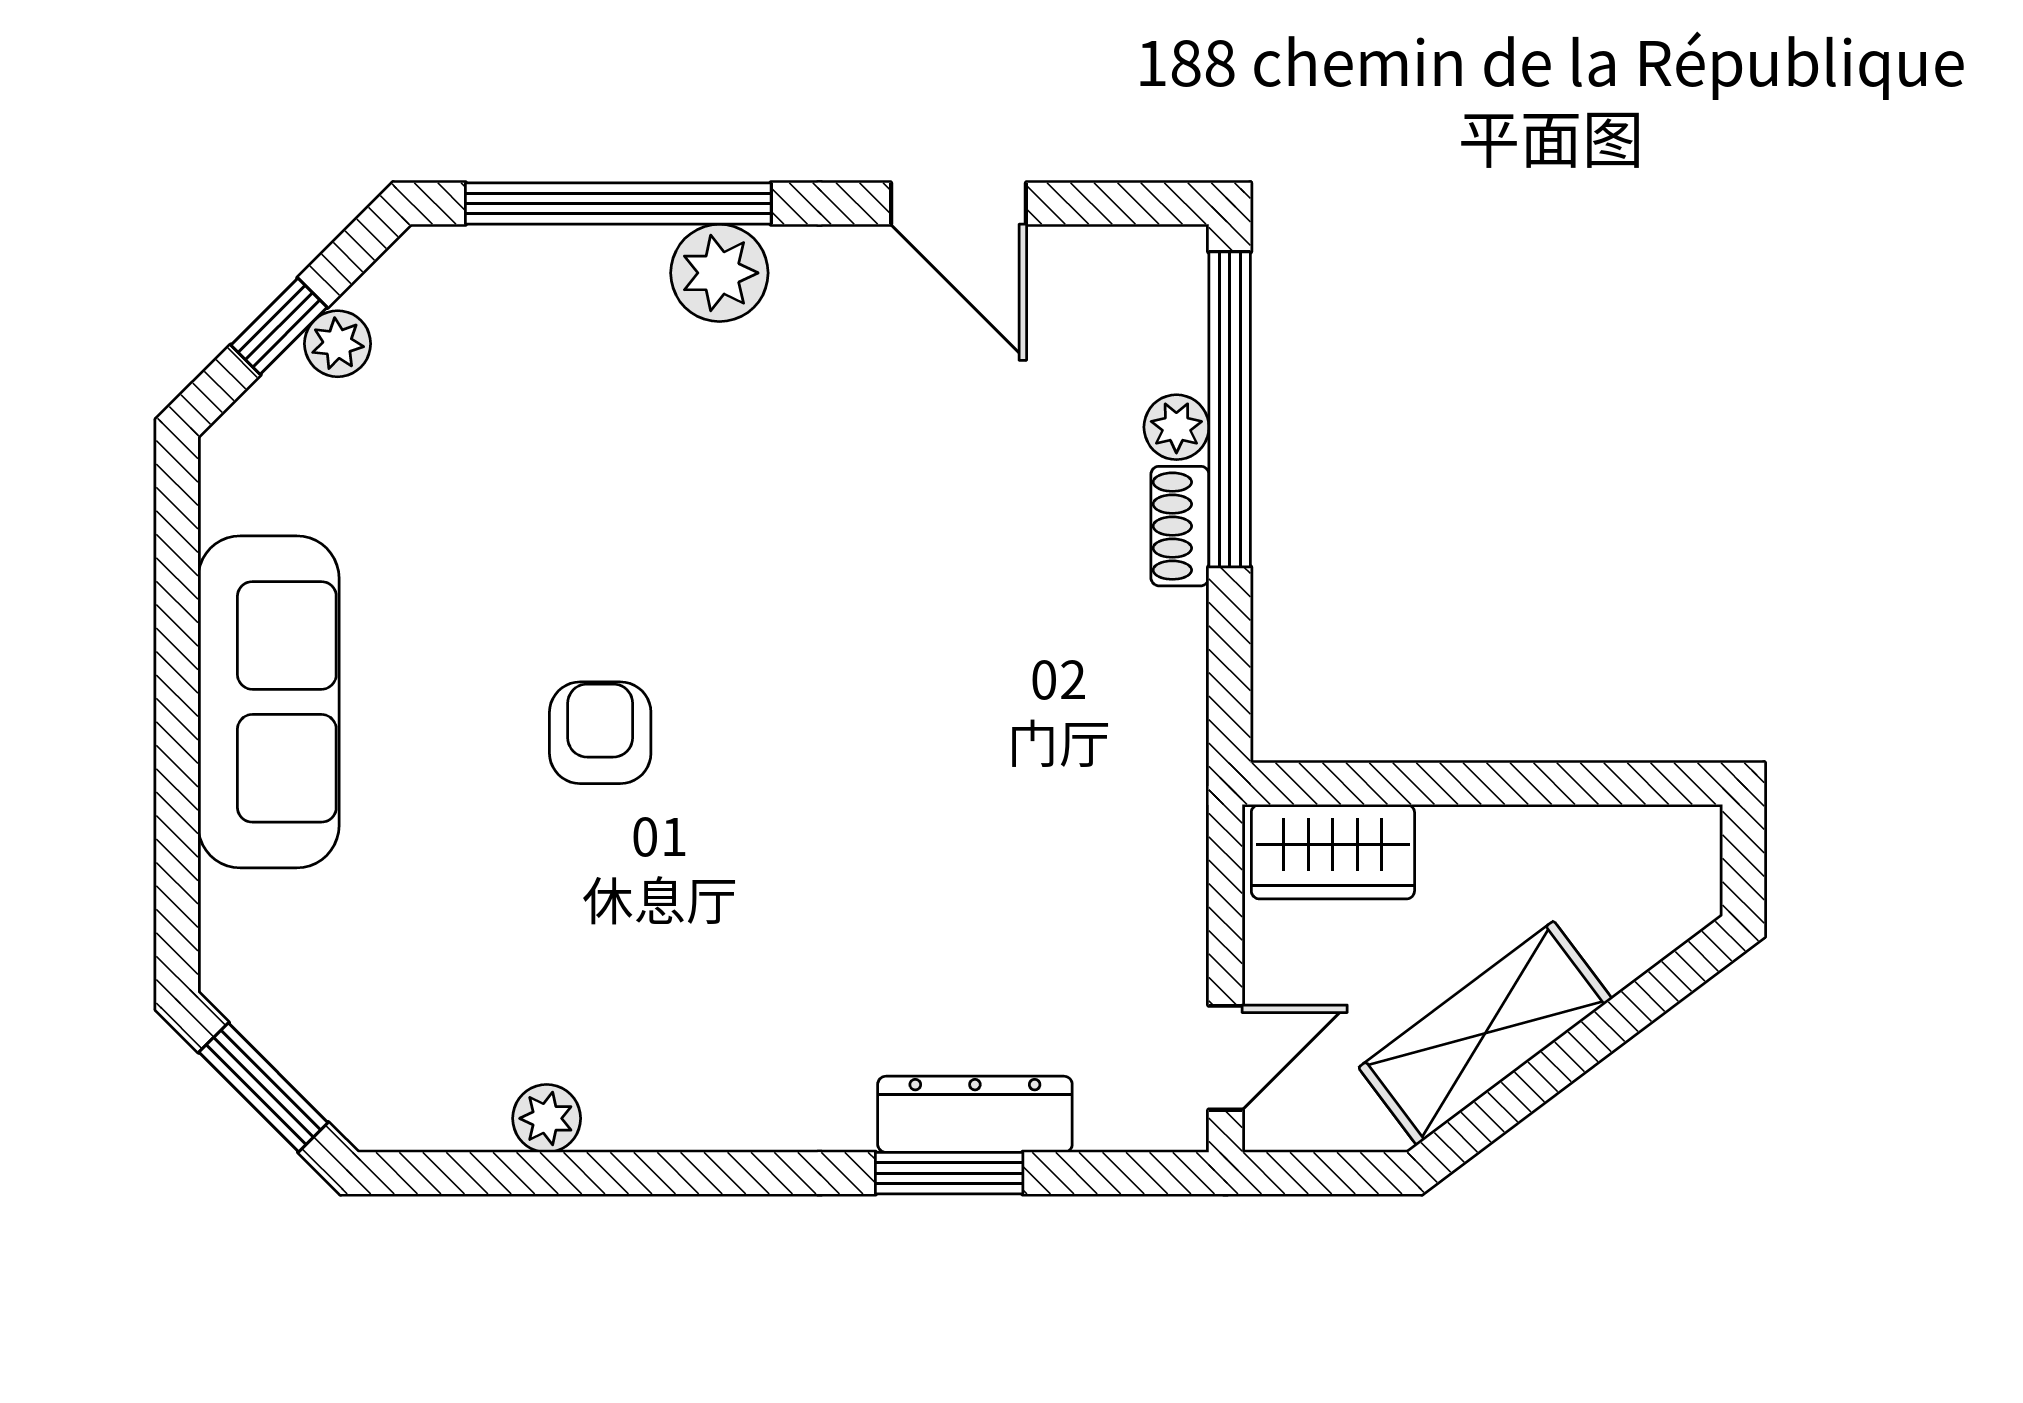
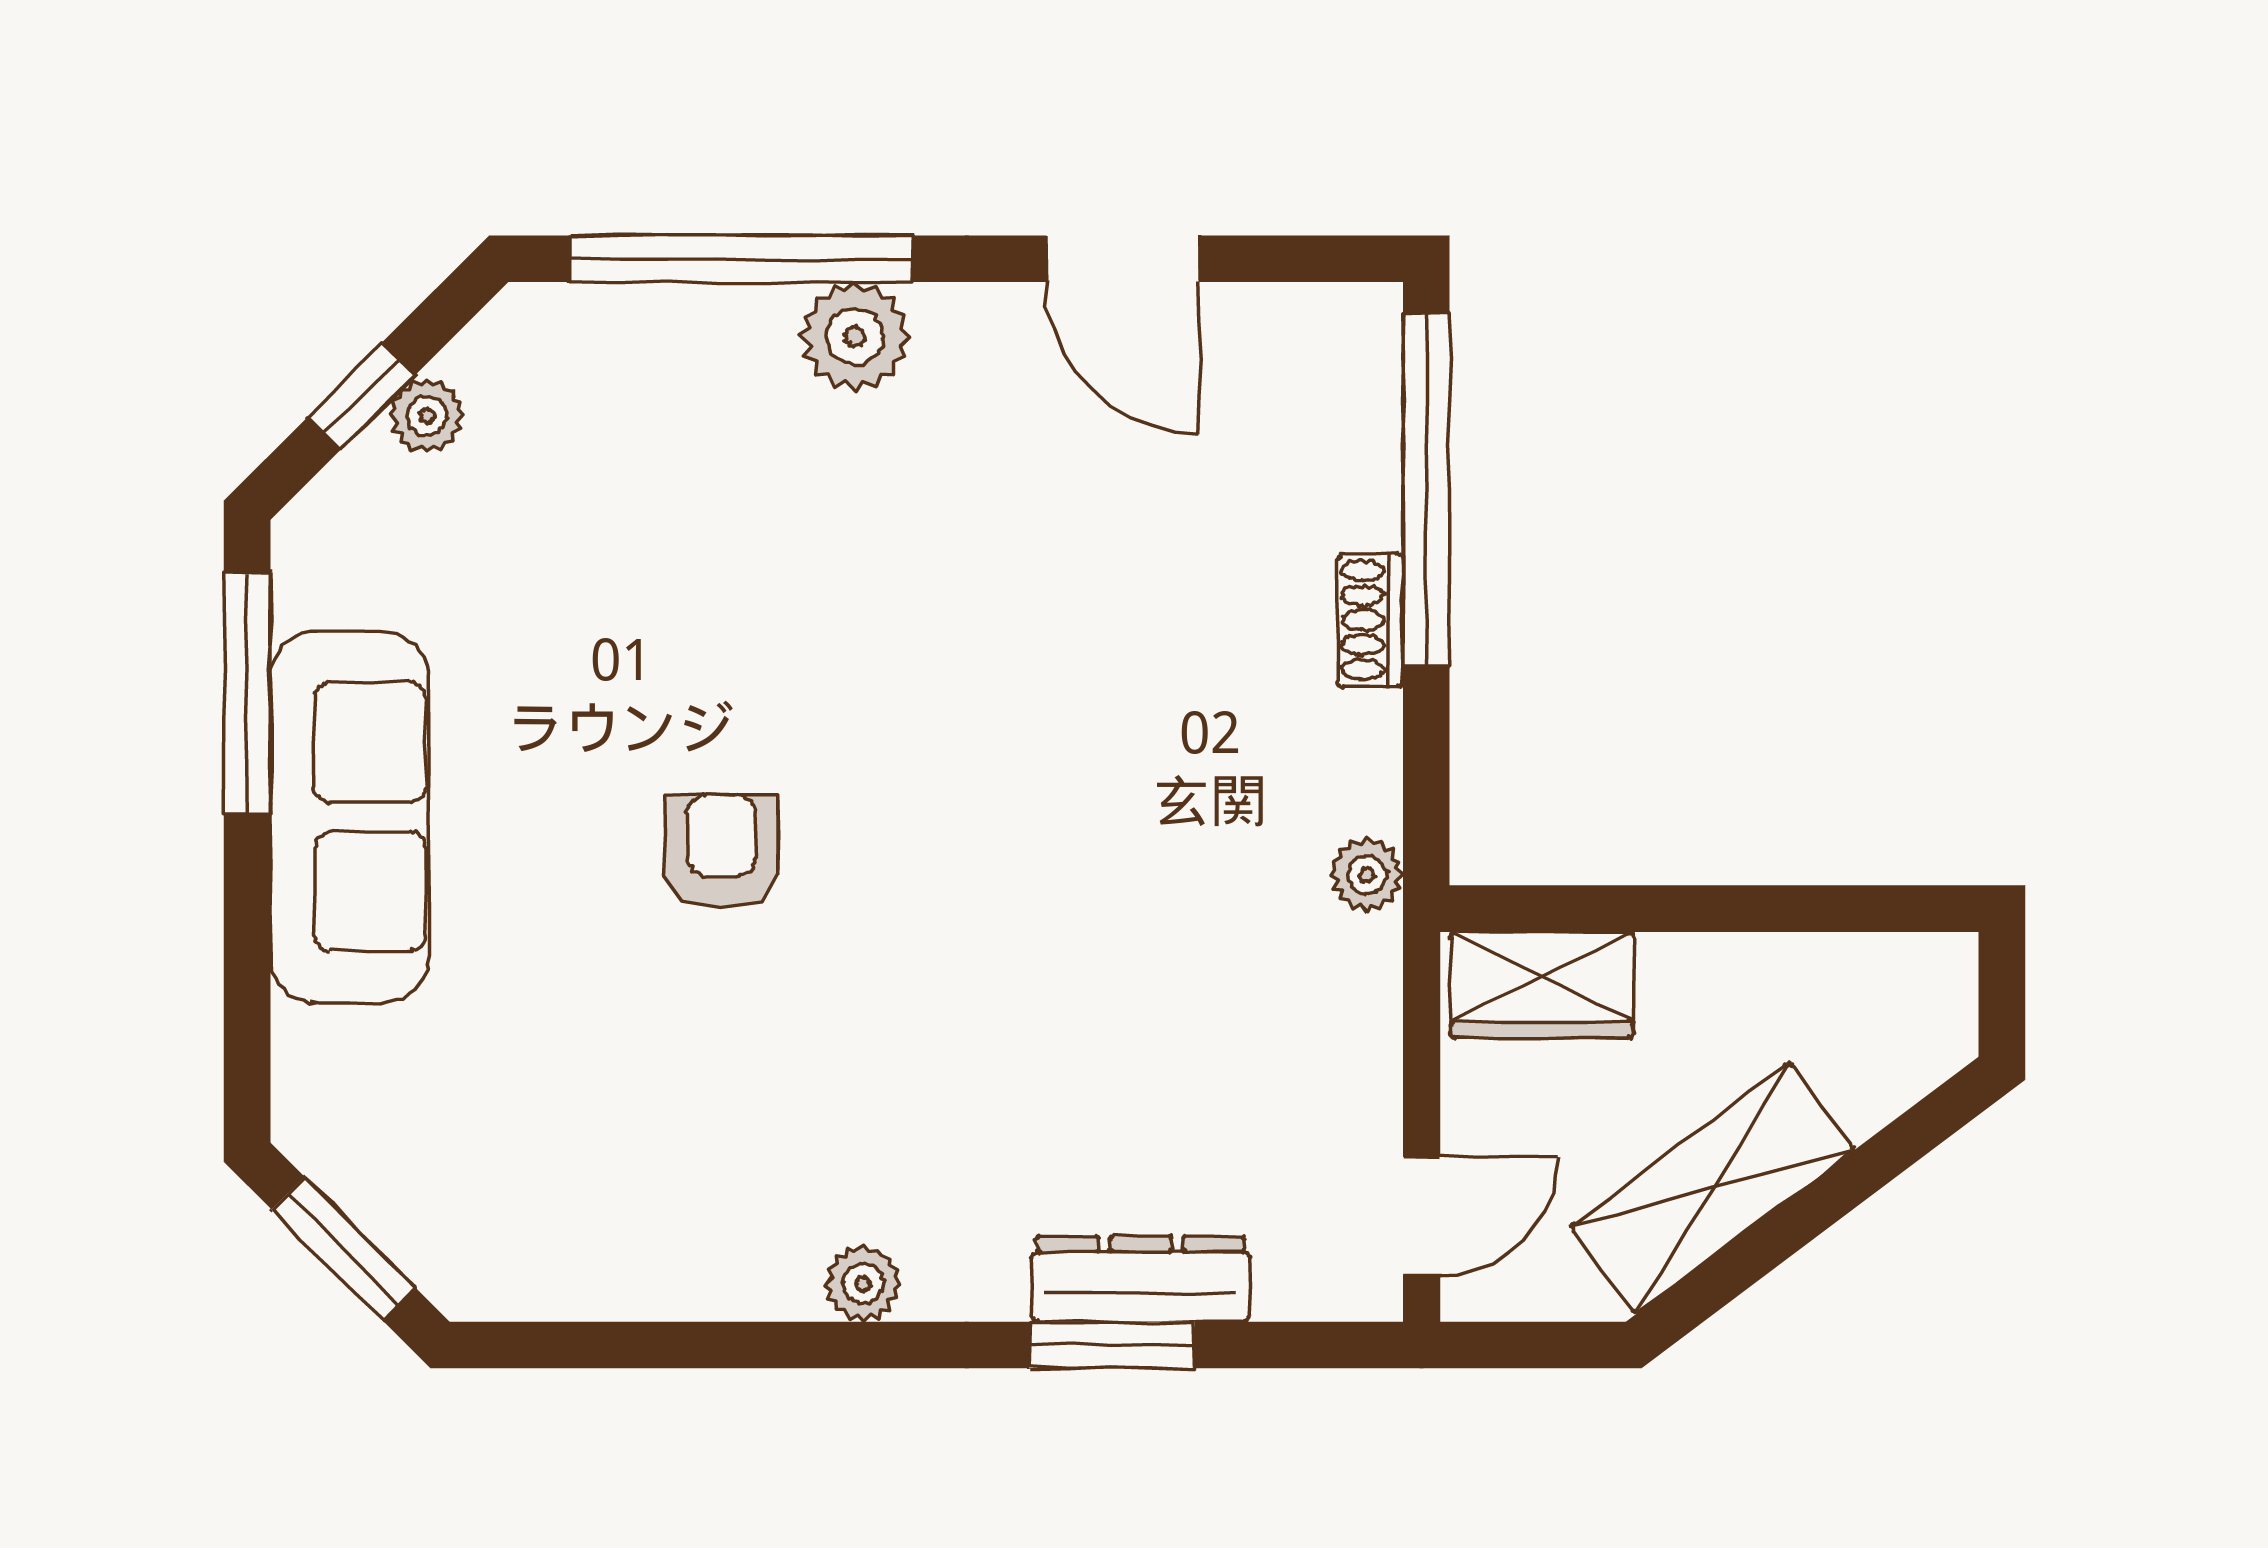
plant: (1176, 427) -> (1367, 875), moved
window: (177, 591) -> (247, 693), added
plant: (547, 1118) -> (863, 1284), moved

